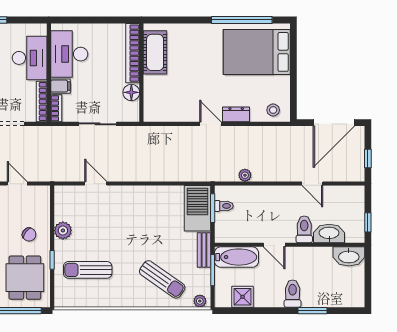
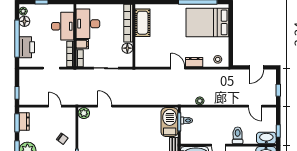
door: (334, 123) -> (256, 67), width x0.53
door: (312, 184) -> (255, 106), moved
plant: (63, 230) -> (84, 113), moved
washbasin: (329, 233) -> (266, 138), moved

